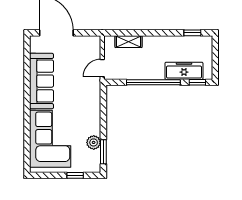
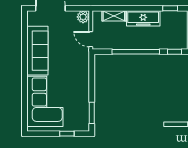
door: (102, 68) -> (91, 39), hinge flipped
freezer: (184, 71) -> (143, 18), moved, turned 180
plant: (94, 142) -> (83, 17), moved

